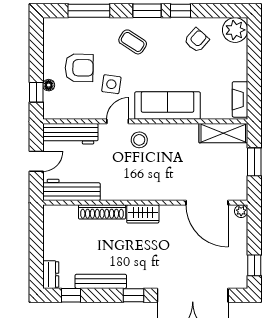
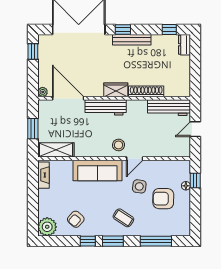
workbench: (70, 134) -> (106, 107), moved, turned 180
bench: (101, 281) -> (132, 40), moved

